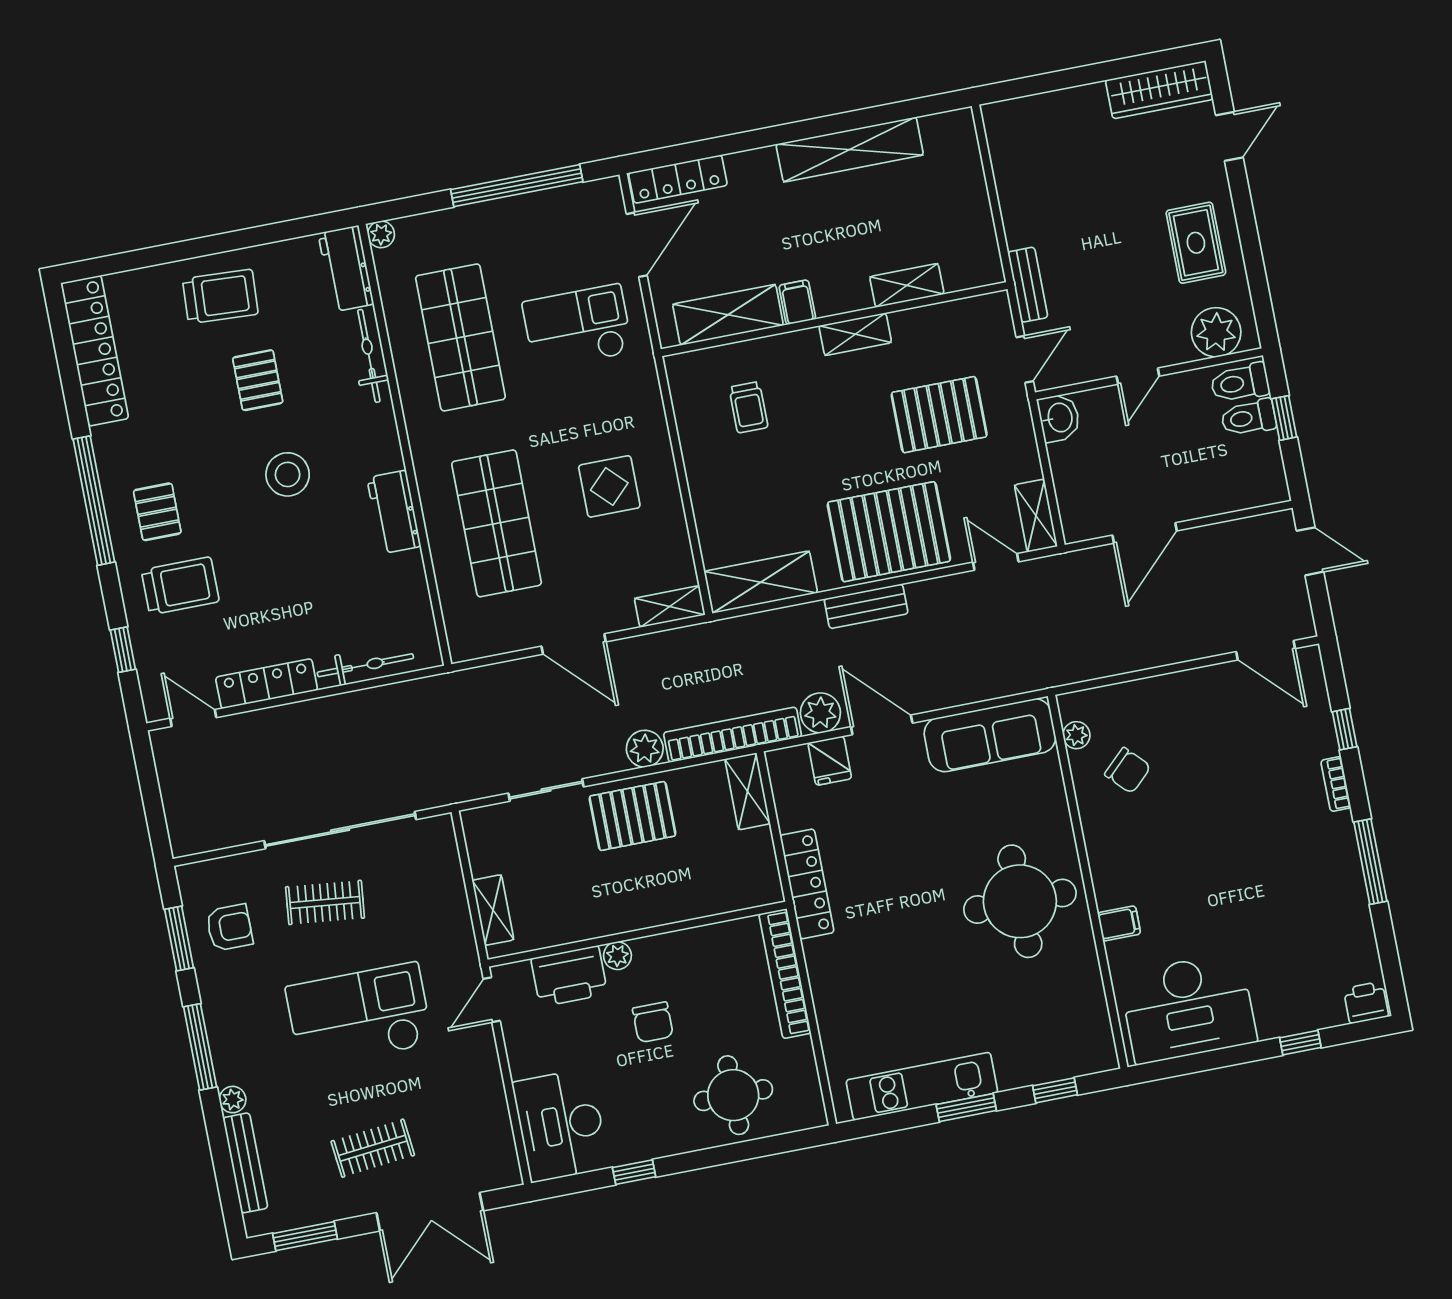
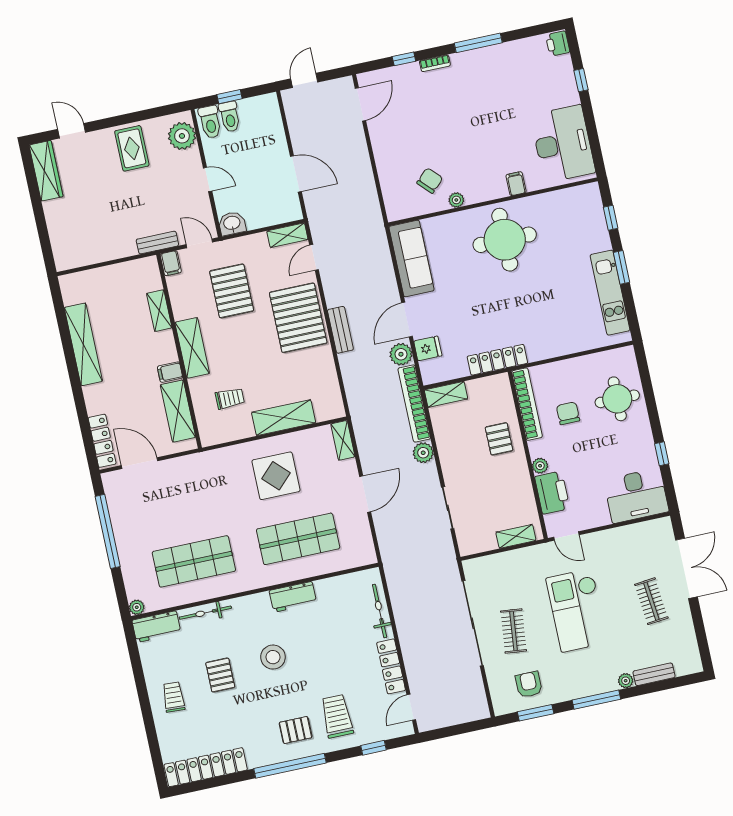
rug: (1196, 243) -> (132, 148), turned 90
trolley: (220, 296) -> (174, 697), width x0.73, depth x0.72
filing cabinet: (991, 308) -> (171, 263), added
checkout: (577, 327) -> (187, 496), removed
shelving: (855, 334) -> (192, 348), width x1.50, depth x1.33
pallet: (258, 380) -> (220, 675), turned 90
display table: (609, 486) -> (276, 476), width x1.36, depth x1.36
shelving: (761, 582) -> (284, 418), moved, turned 90
plant: (1076, 735) -> (456, 200), moved
pallet: (632, 816) -> (499, 439), moved, width x0.67, depth x0.71
bookcase: (785, 974) -> (527, 404), moved, turned -90
chair: (653, 1022) -> (568, 413), moved, turned -90
bench: (245, 1163) -> (654, 674), width x0.73
window: (305, 1236) -> (702, 638), removed

